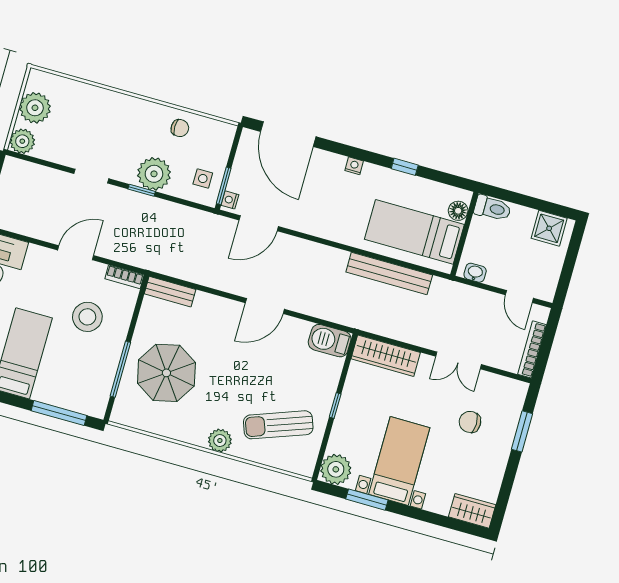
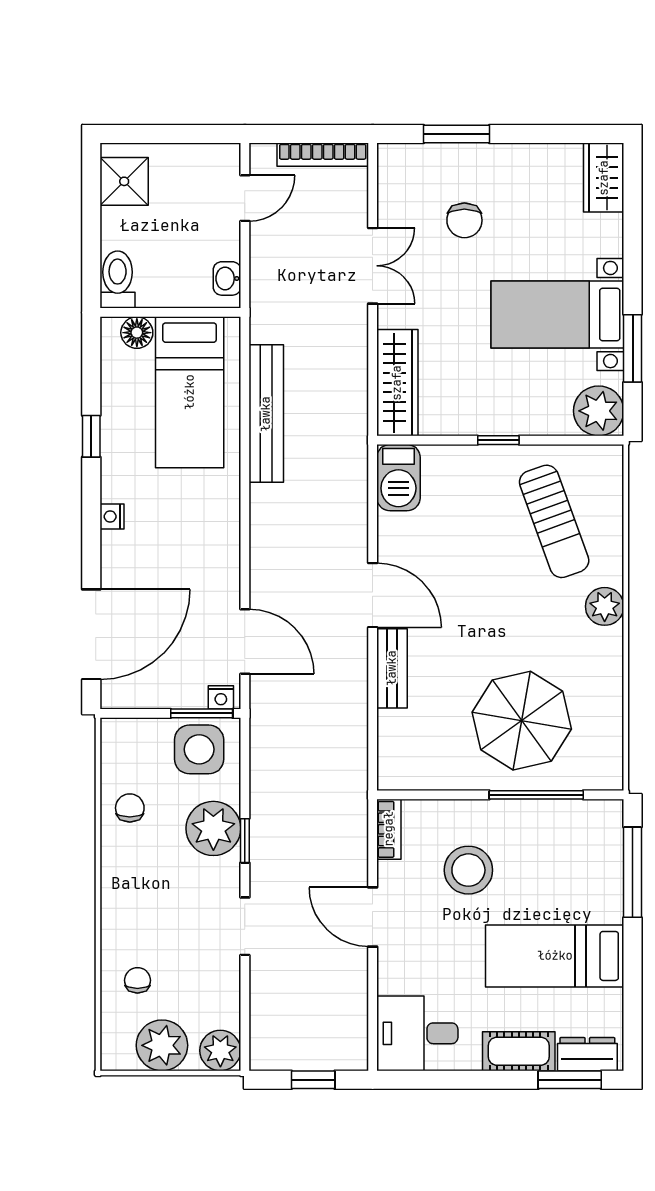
chair: (77, 104) -> (137, 980), added
side table: (203, 179) -> (199, 749), width x1.87, depth x1.87
bench: (170, 292) -> (392, 668), moved

